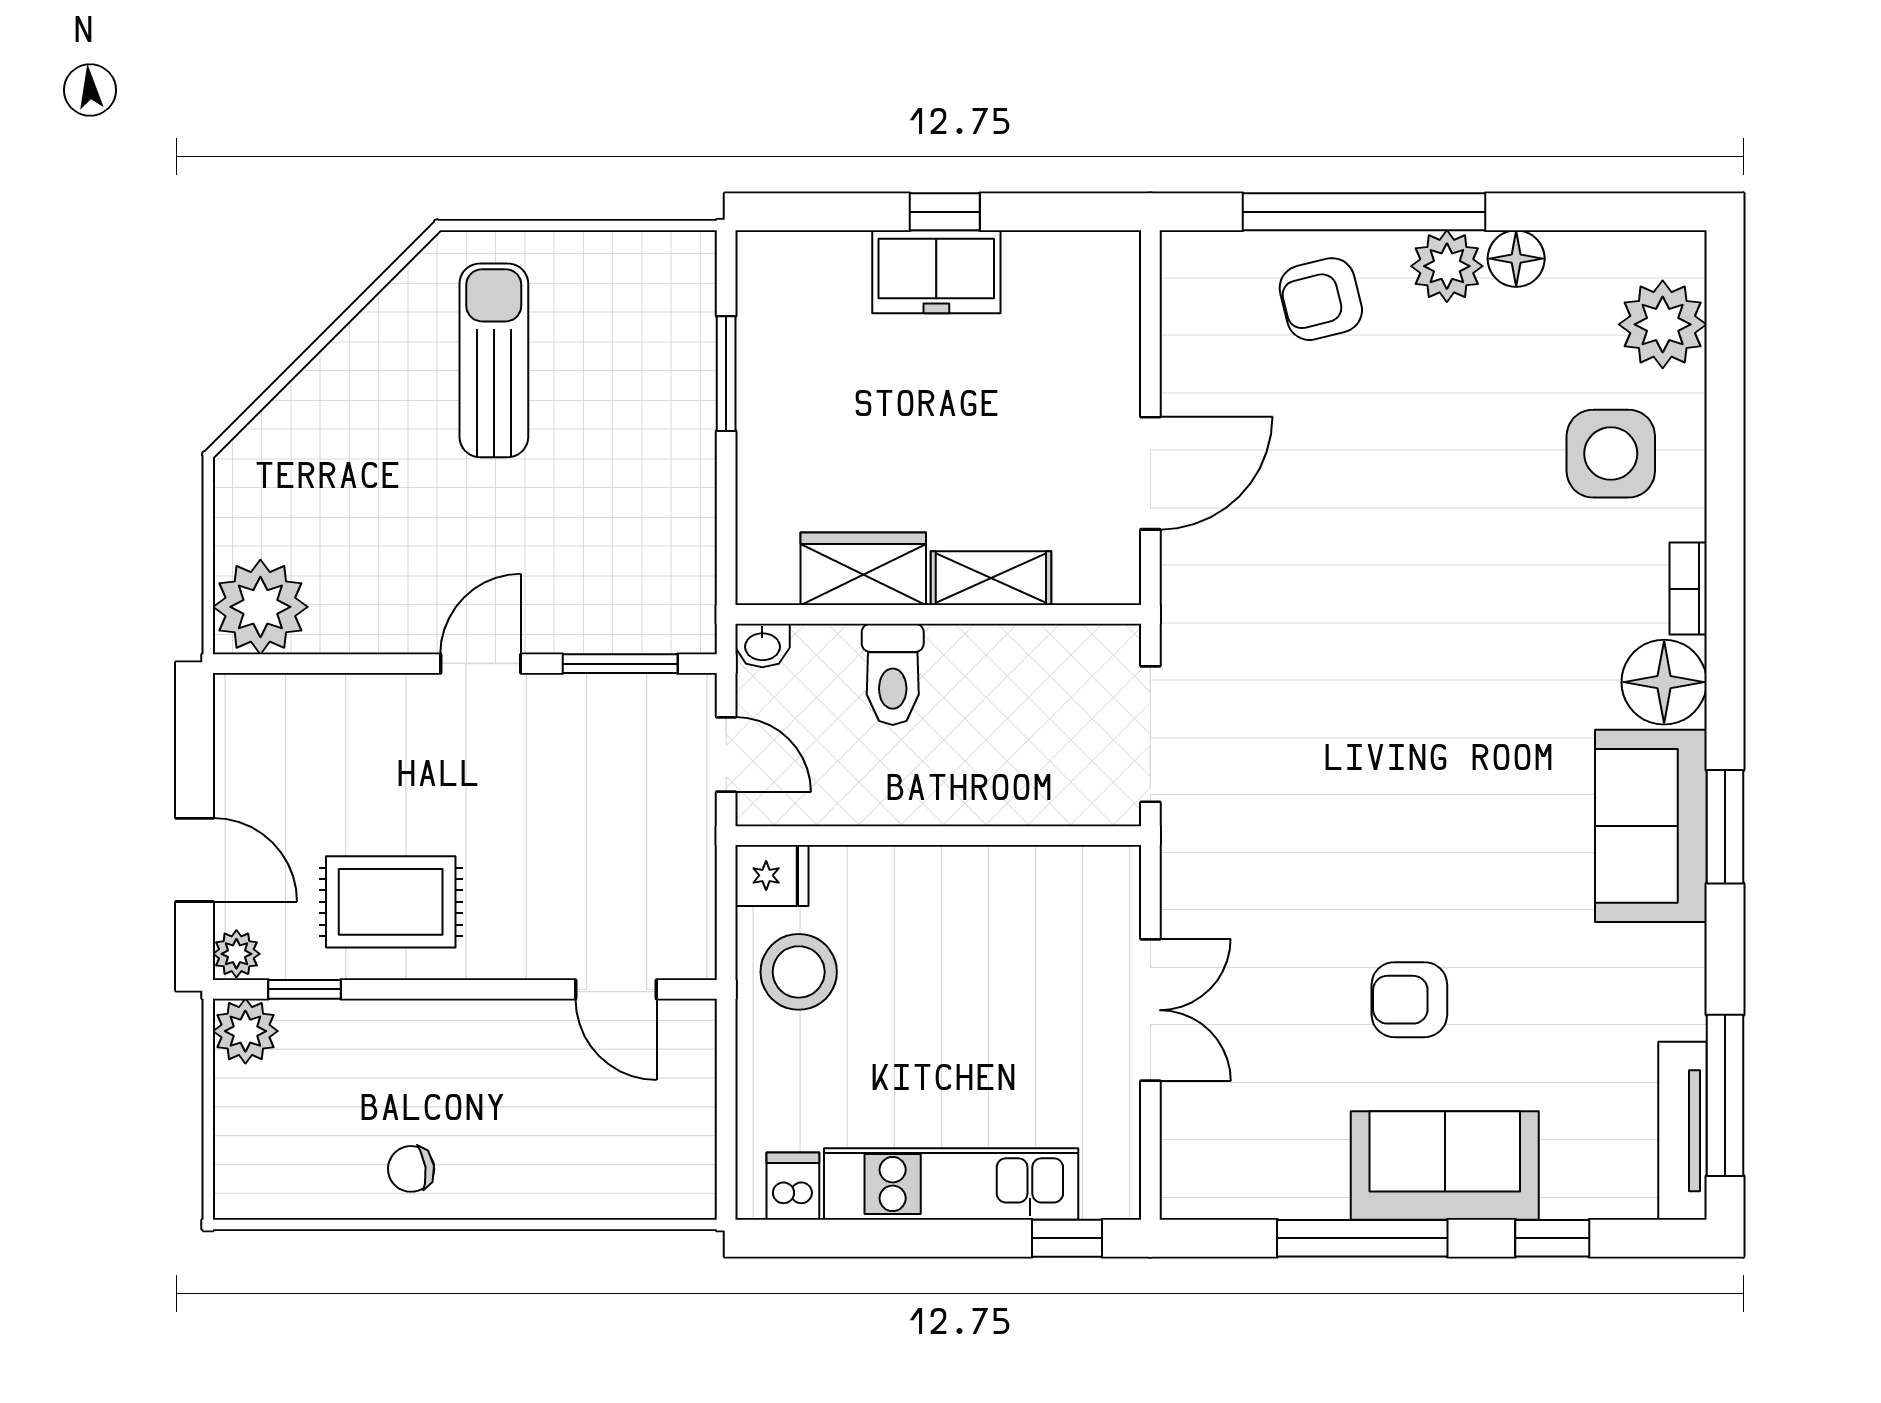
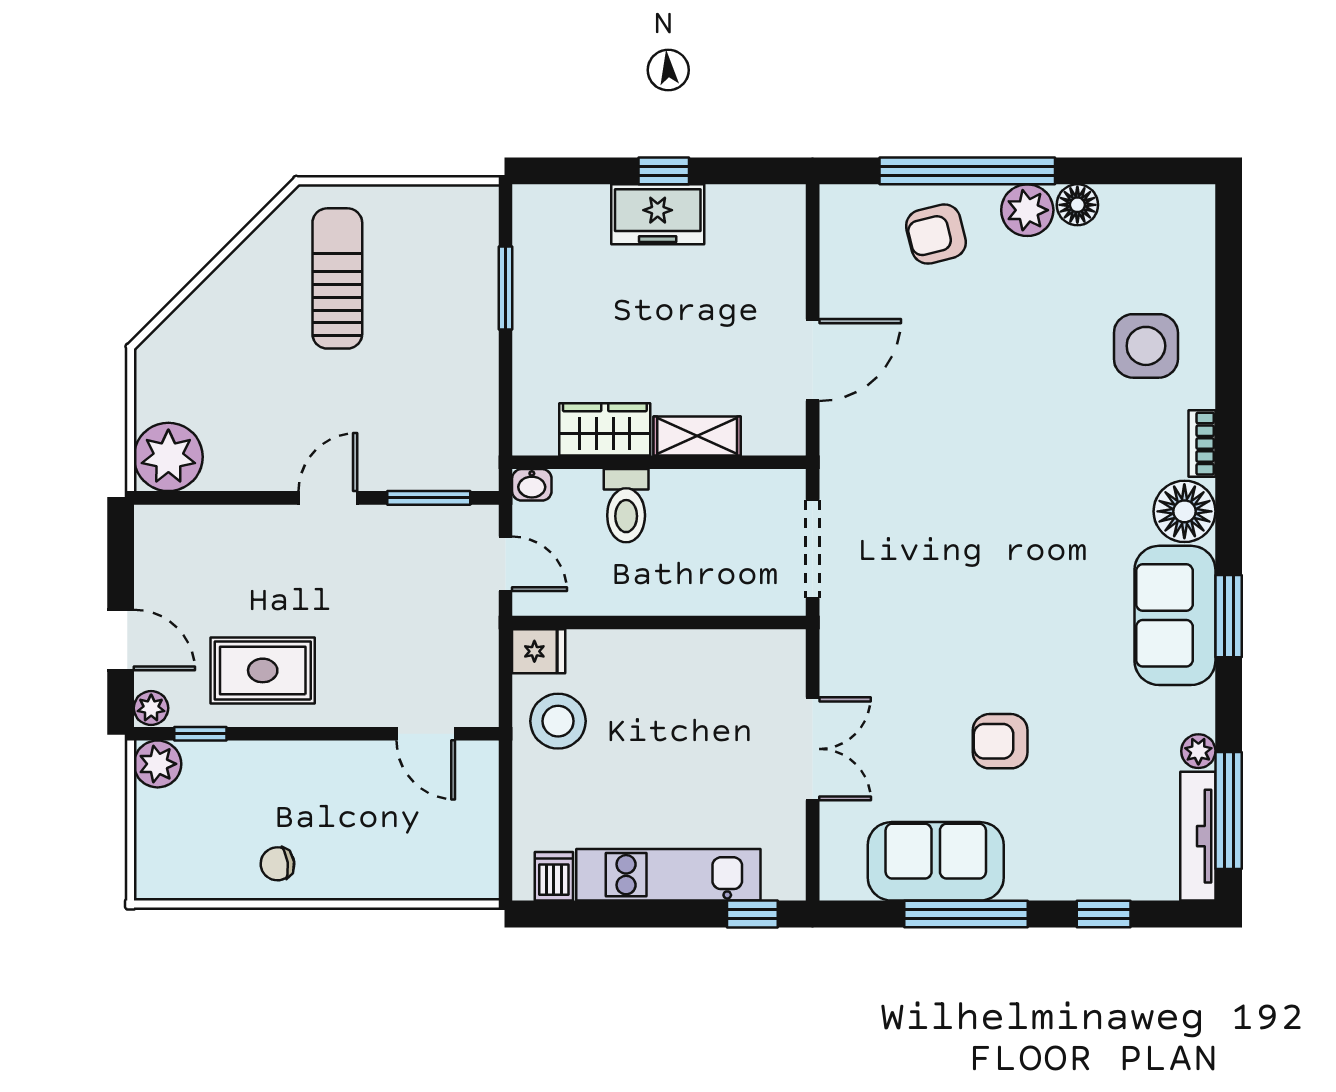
plant: (1663, 324) -> (1198, 751), moved, width x0.53, depth x0.53
sofa: (1445, 1166) -> (936, 861), moved

